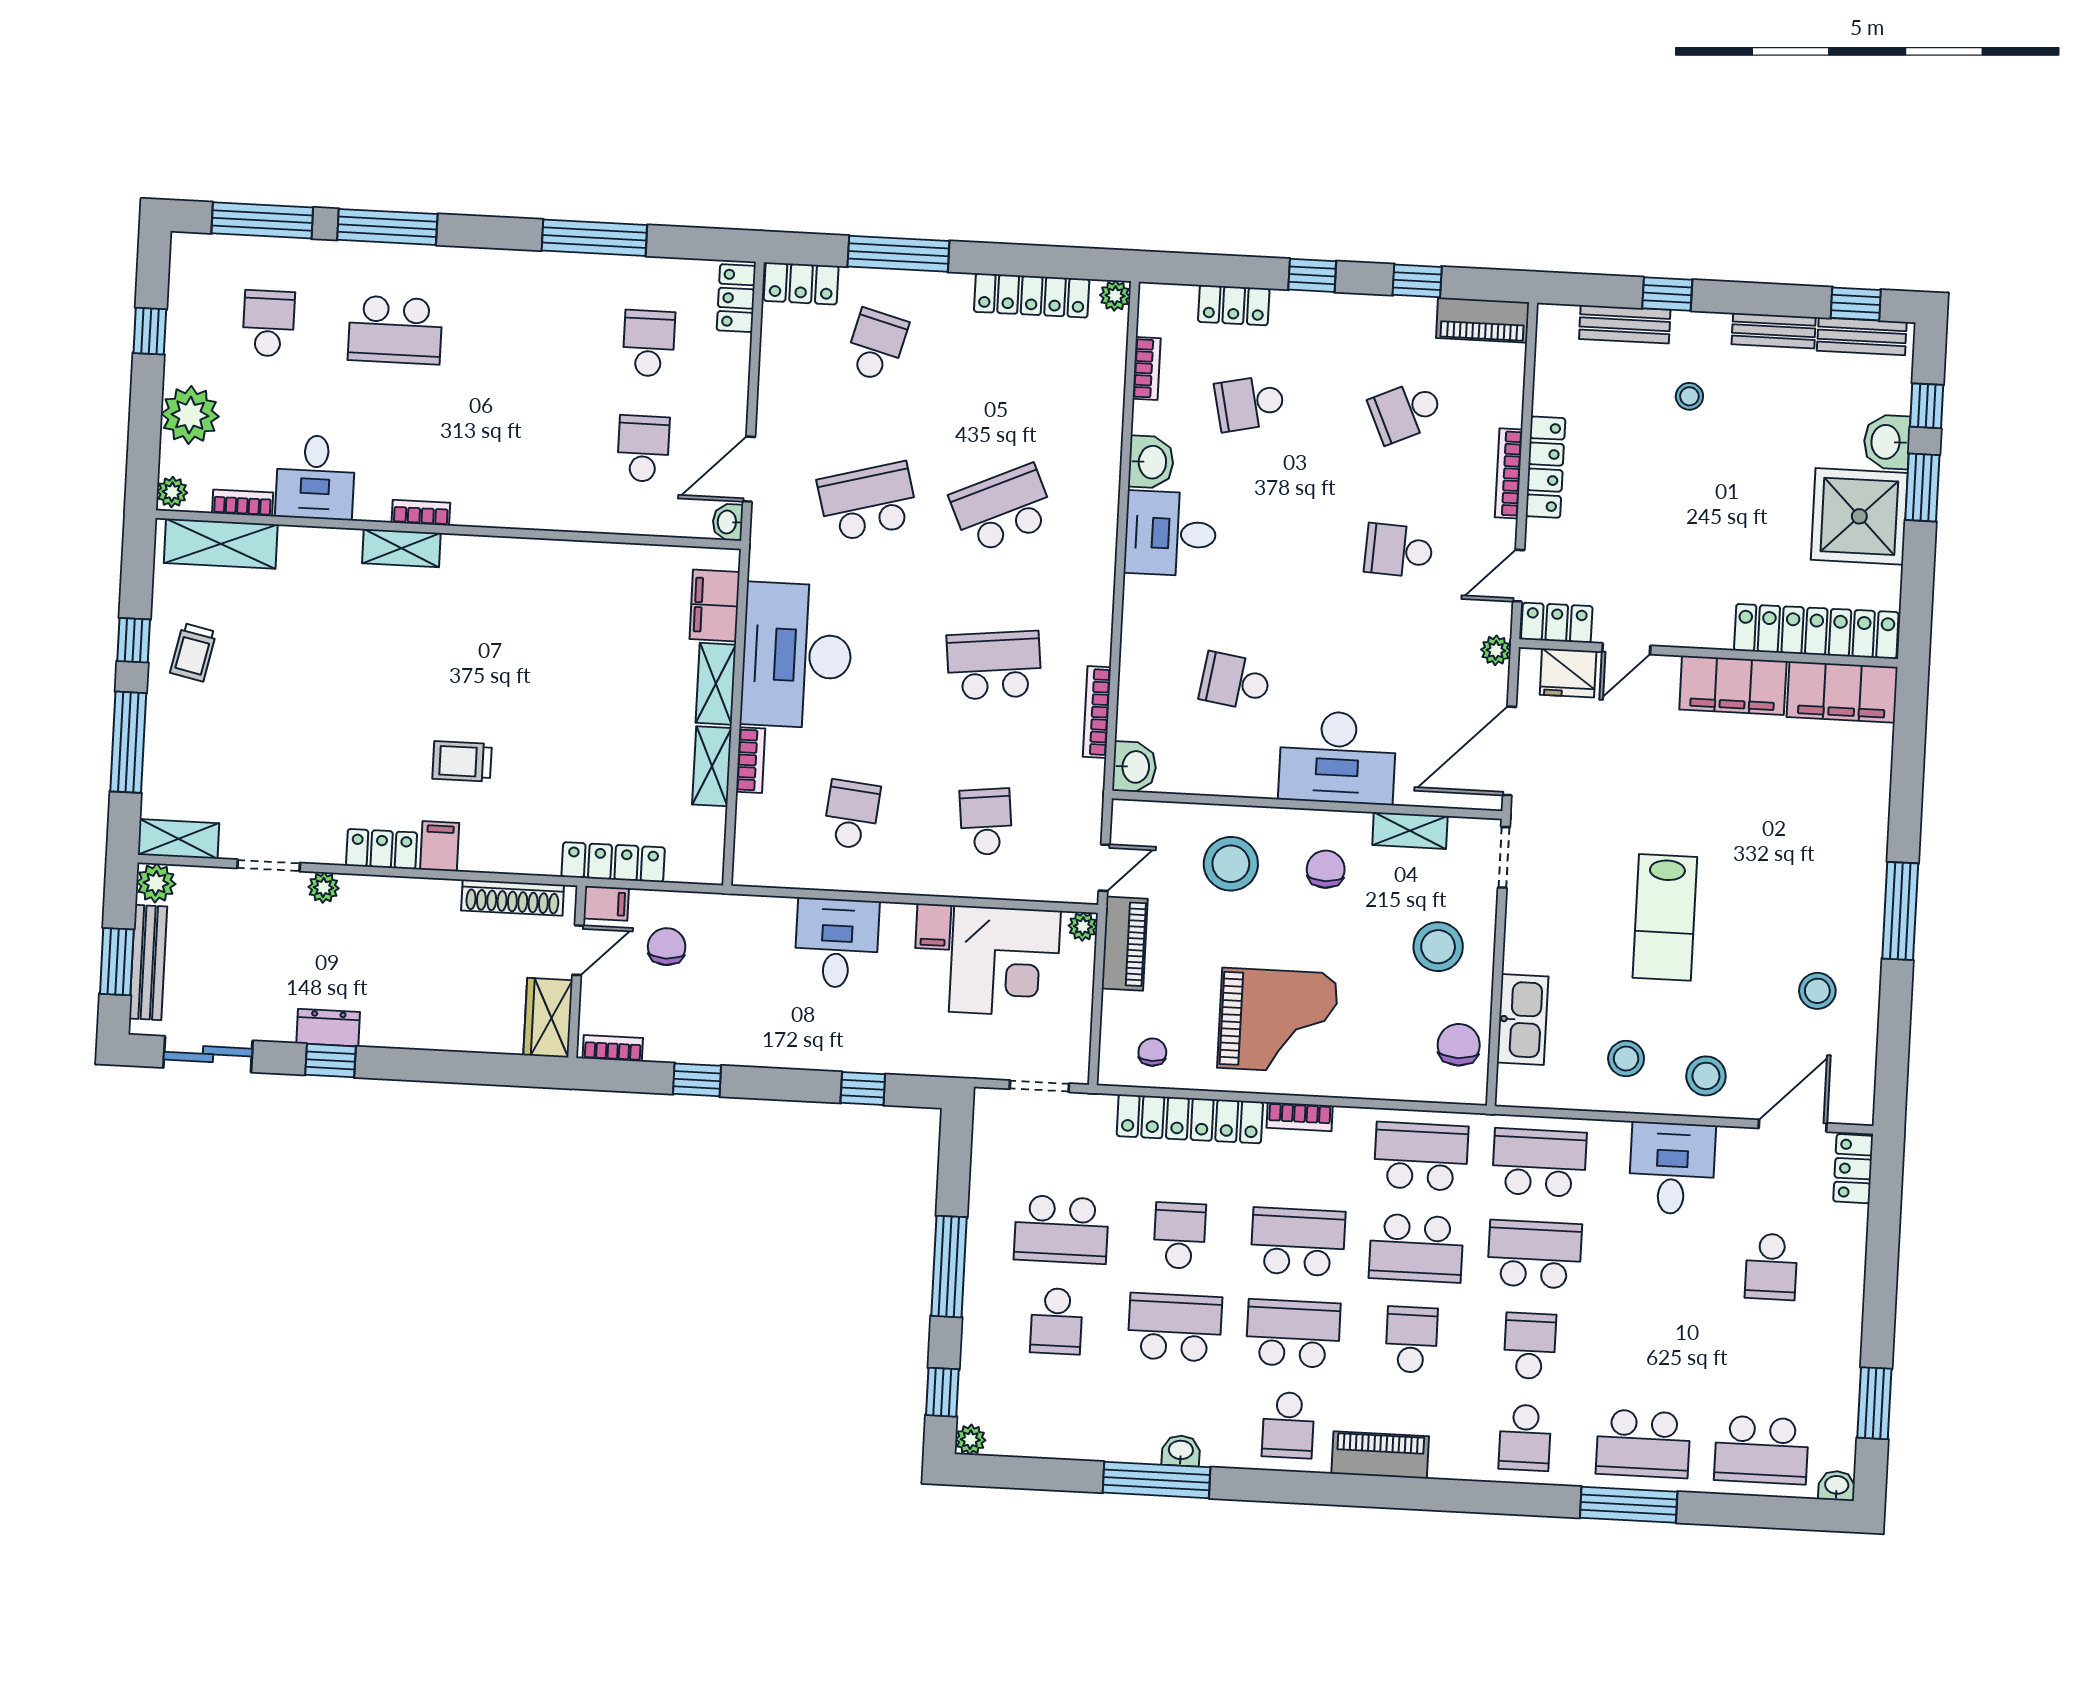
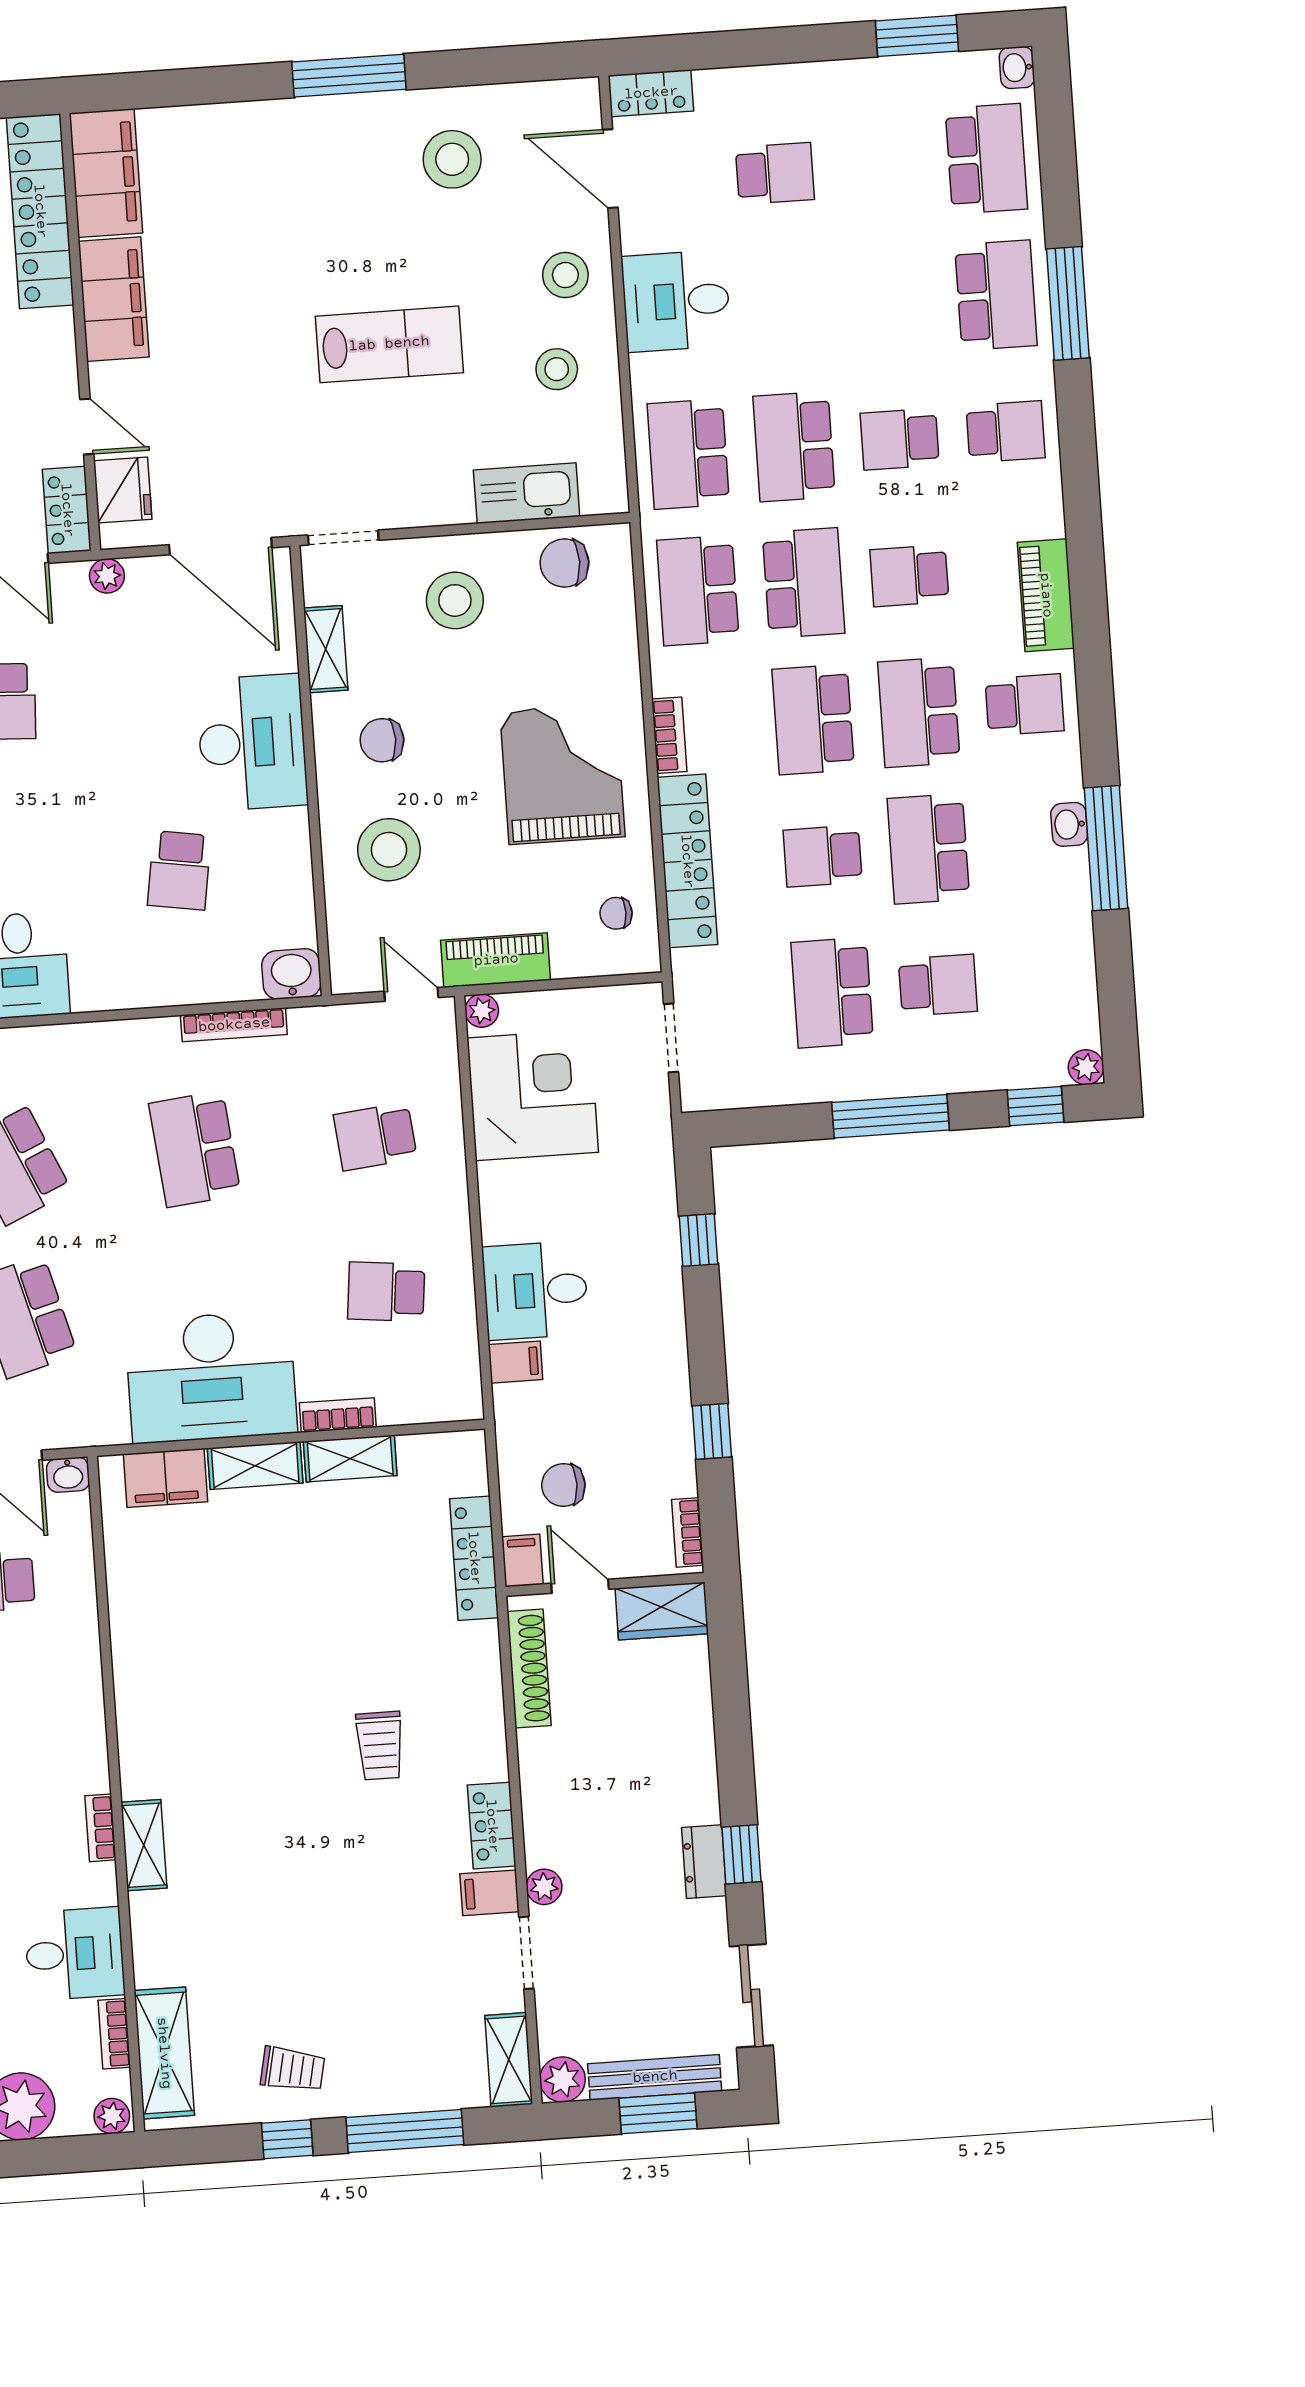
filing cabinet: (440, 846) -> (490, 1893), moved
filing cabinet: (933, 927) -> (516, 1362), moved
stool: (1817, 991) -> (452, 159), width x1.38, depth x1.38
school desk: (1061, 1229) -> (832, 993), turned 180

